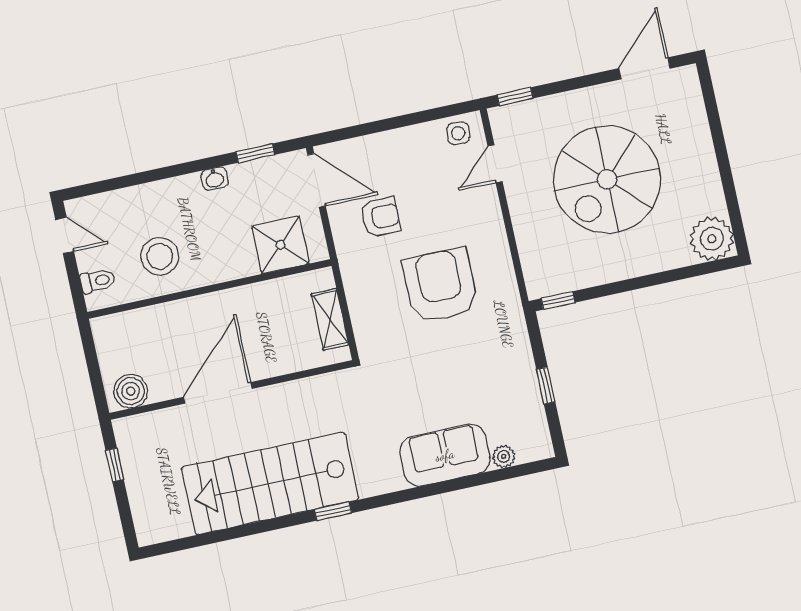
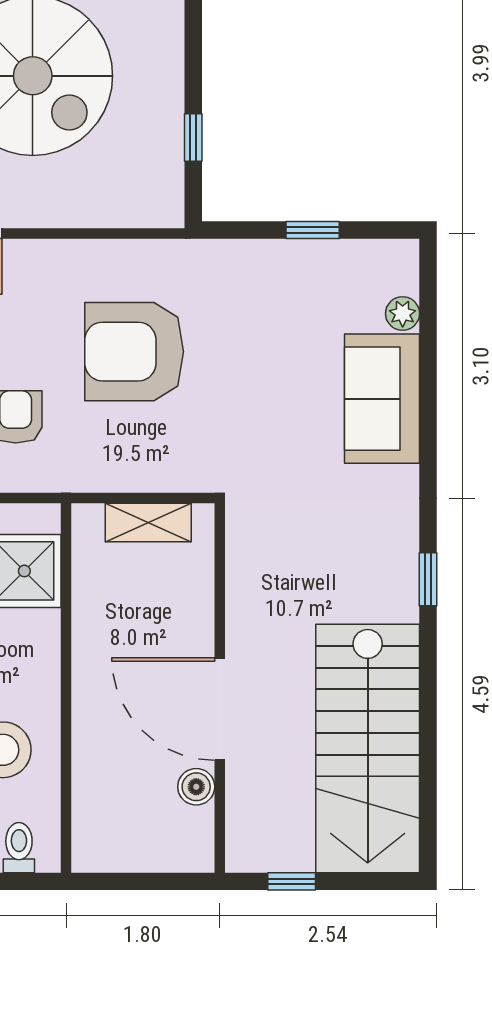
window: (558, 301) -> (193, 138), moved
boiler: (131, 391) -> (196, 787), moved, width x0.73, depth x0.73
stairs: (270, 483) -> (368, 748), moved

